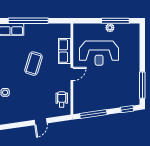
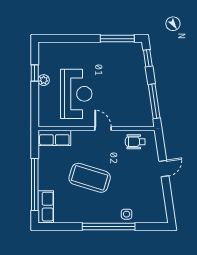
window: (115, 21) -> (35, 73), width x0.46
row of seats: (65, 51) -> (54, 138), moved
coffee table: (33, 64) -> (90, 178), width x1.36, depth x1.32
door: (41, 122) -> (164, 169), hinge flipped

